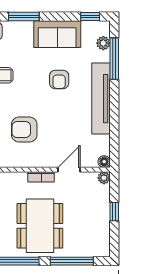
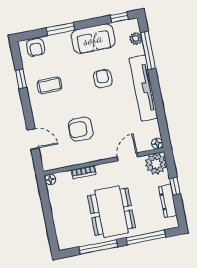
armchair: (59, 79) -> (103, 79), turned 180
bookcase: (41, 177) -> (84, 172), moved
plant: (104, 178) -> (156, 164), width x1.88, depth x1.88
dresser: (103, 226) -> (168, 201), added

